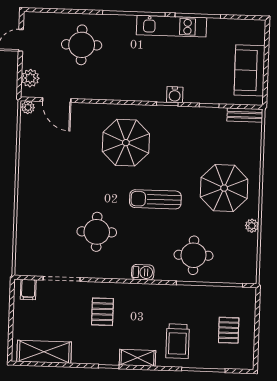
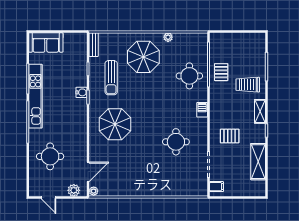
kitchen unit: (172, 26) -> (35, 96), width x1.36
sofa: (250, 70) -> (46, 42), moved
sun lounger: (155, 199) -> (111, 78), moved
pallet: (229, 330) -> (221, 72), moved, turned 90
trolley: (178, 341) -> (248, 85), turned 180
shelving: (44, 352) -> (258, 162), moved

